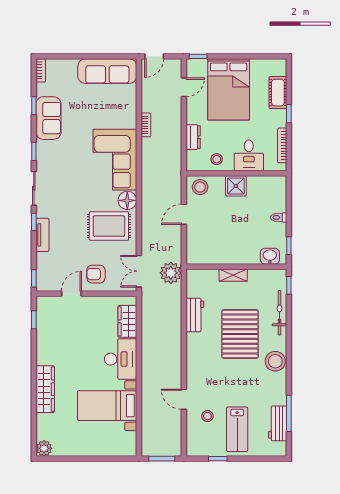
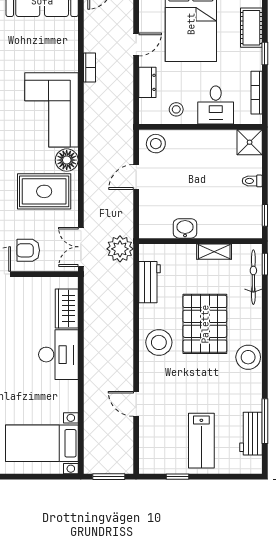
door: (184, 87) -> (136, 44), moved
shower: (236, 186) -> (250, 142), moved
washbasin: (270, 256) -> (185, 228), moved
shelving: (233, 275) -> (214, 252), moved
bicycle: (280, 313) -> (253, 277), moved
workbench: (195, 315) -> (149, 282), moved
bed with nightstands: (107, 406) -> (42, 443), moved
stool: (207, 416) -> (159, 342), moved, width x1.89, depth x1.89

